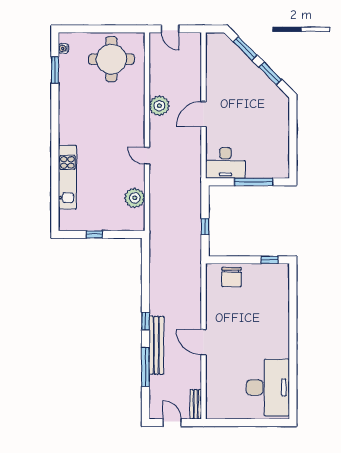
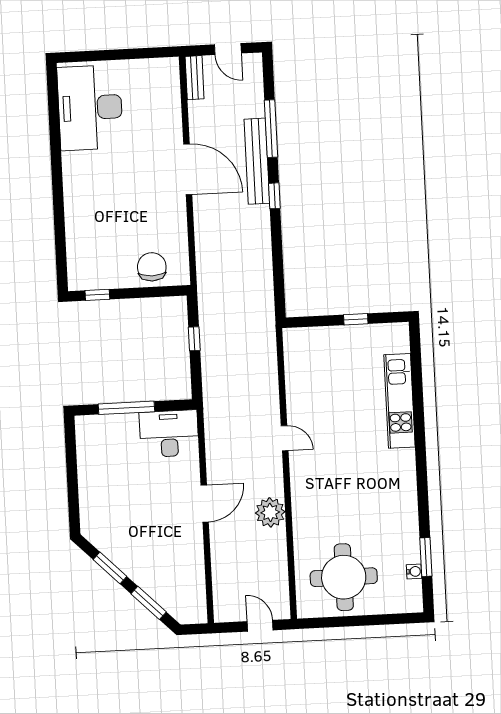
water cooler: (63, 48) -> (414, 571), moved
plant: (135, 198) -> (299, 376), removed
door: (204, 342) -> (188, 169), width x1.36

